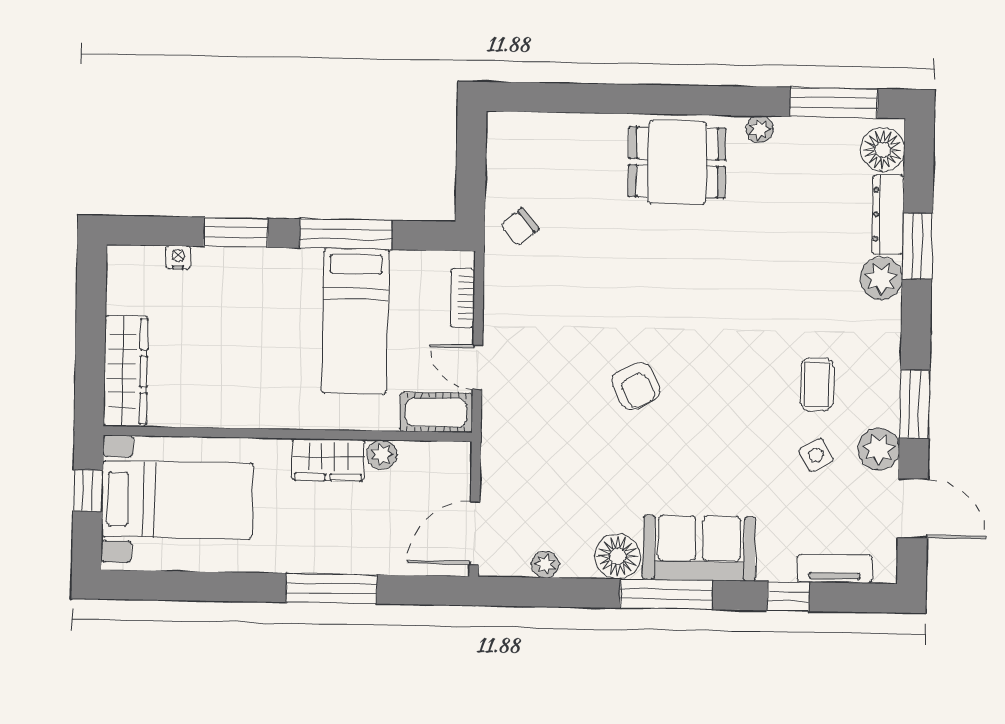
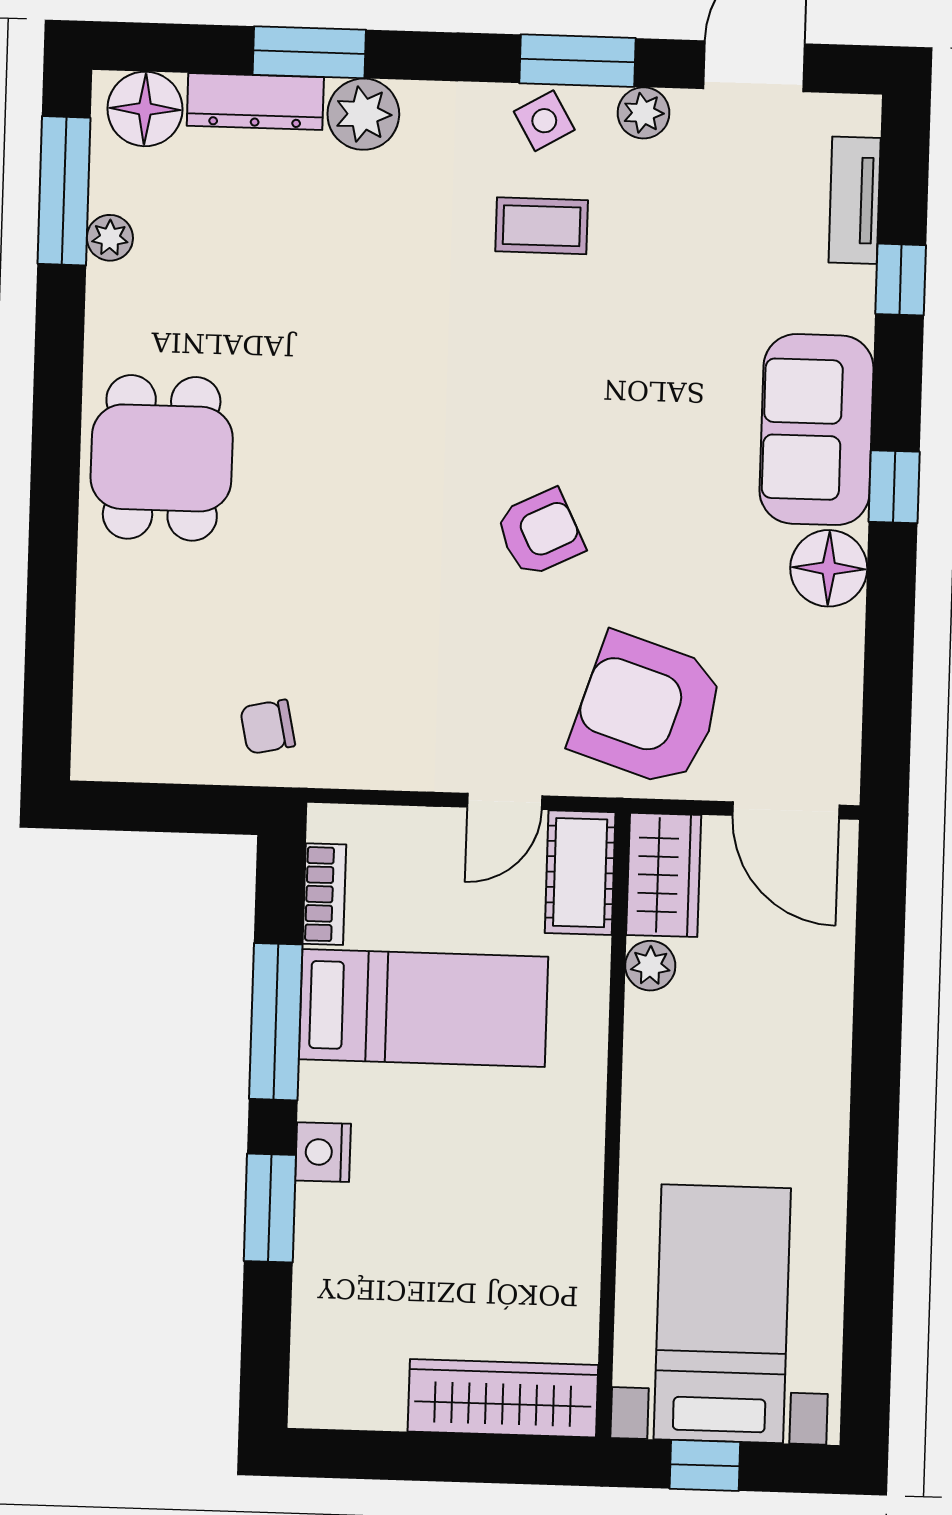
plant: (760, 129) -> (110, 238), moved
chair: (520, 227) -> (268, 727), turned 118
nightstand: (178, 257) -> (323, 1152), moved, width x1.39, depth x1.35
bookcase: (462, 298) -> (324, 894), moved, turned -90
plant: (879, 449) -> (643, 113), width x0.73, depth x0.73
armchair: (533, 451) -> (648, 710), added
side table: (816, 455) -> (544, 121), moved
wardrobe: (328, 460) -> (664, 875), moved
plant: (545, 564) -> (840, 691), removed
window: (331, 588) -> (876, 1054), removed
window: (666, 594) -> (894, 487), width x0.46

